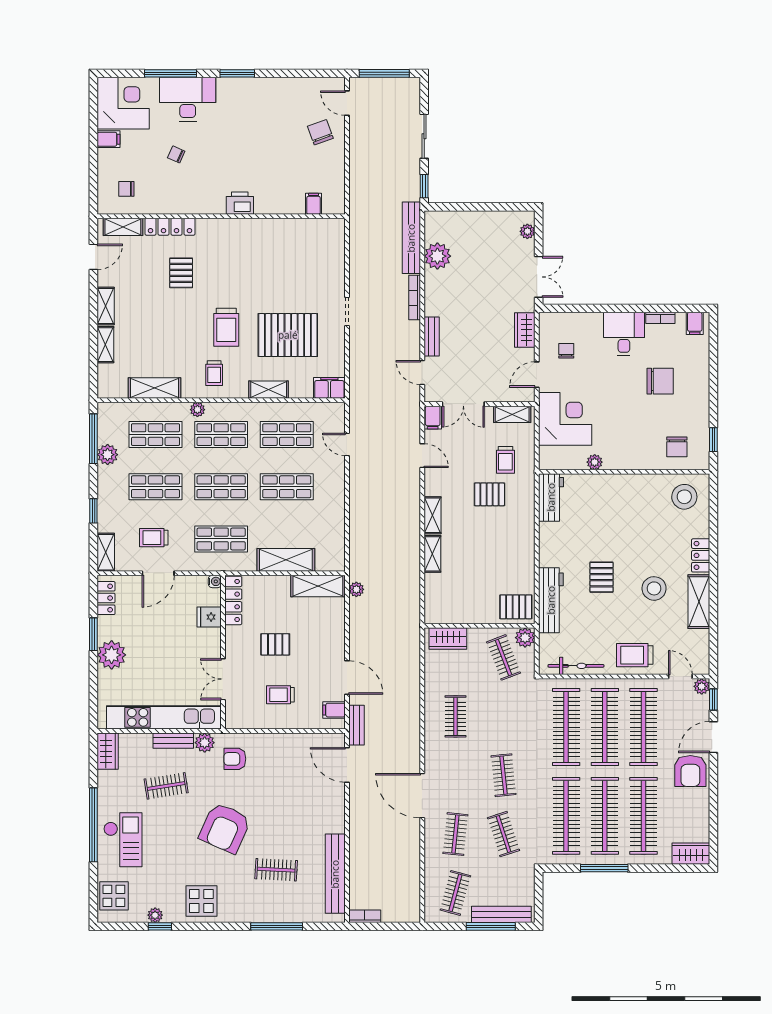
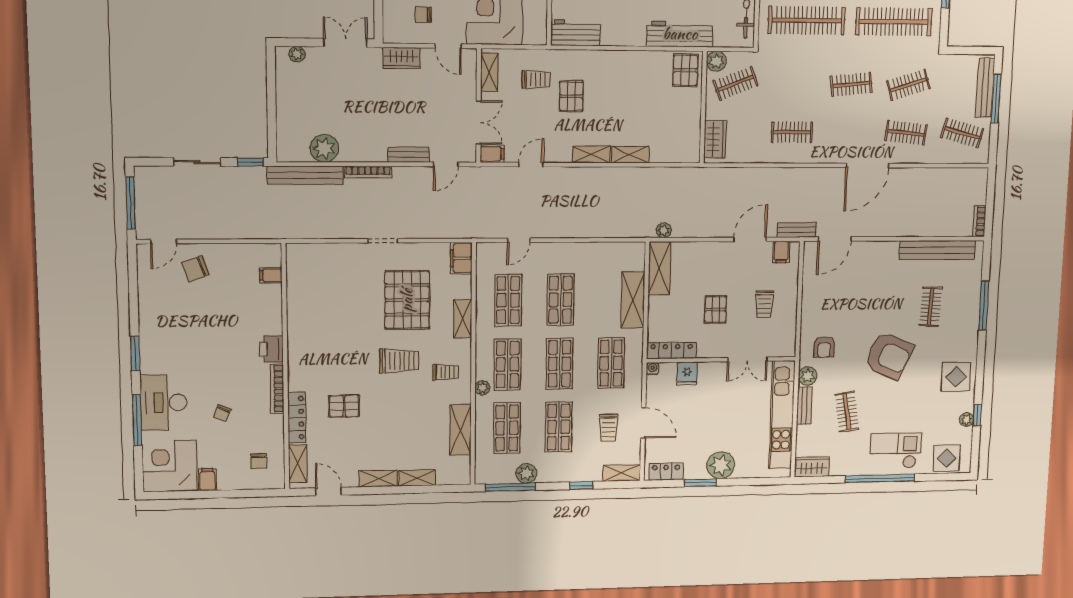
bookcase: (200, 208) -> (277, 389), added

